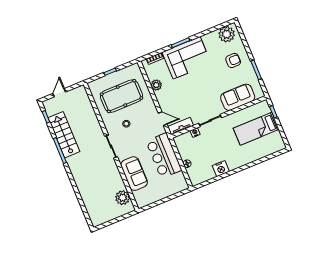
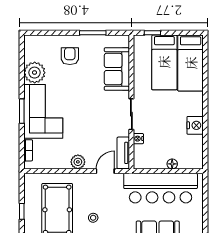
plant: (227, 34) -> (35, 73), moved
plant: (156, 85) -> (78, 162), moved
bed: (263, 147) -> (191, 63), added
bar counter: (164, 156) -> (161, 188), width x1.36

